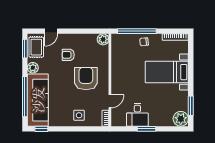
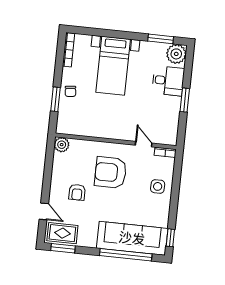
window: (137, 31) -> (56, 99), width x0.47
plant: (33, 68) -> (89, 240), removed
desk: (137, 115) -> (168, 81), moved

